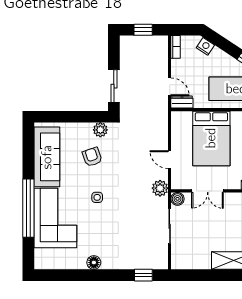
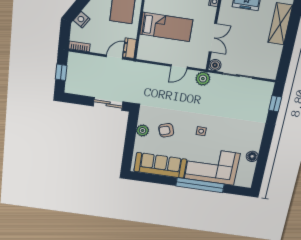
plant: (100, 130) -> (143, 130), moved
bed: (211, 138) -> (166, 27), width x0.67
floor lamp: (94, 263) -> (252, 156), moved

